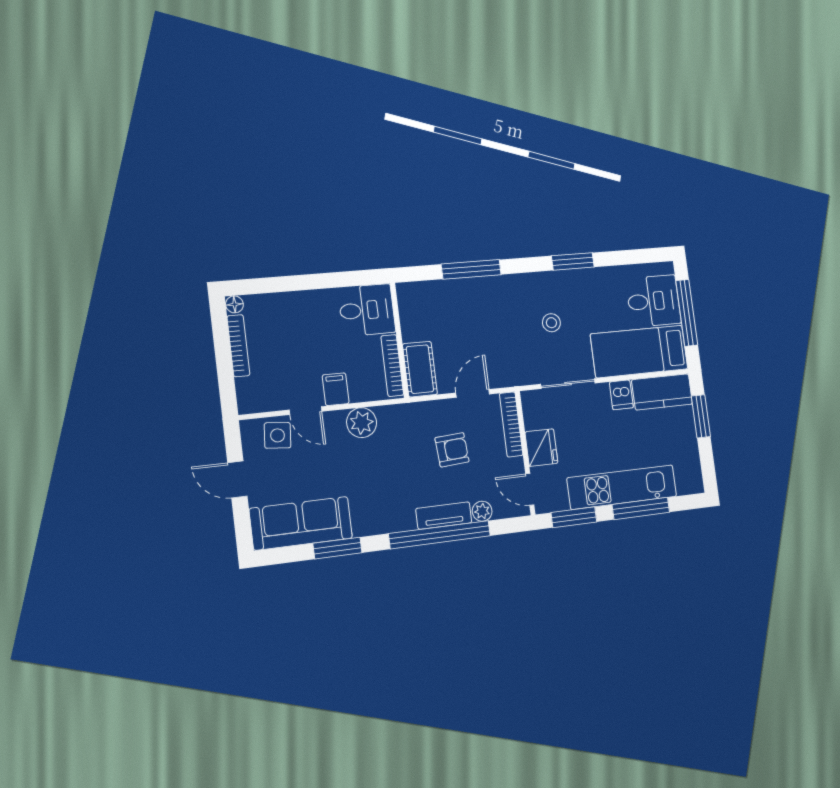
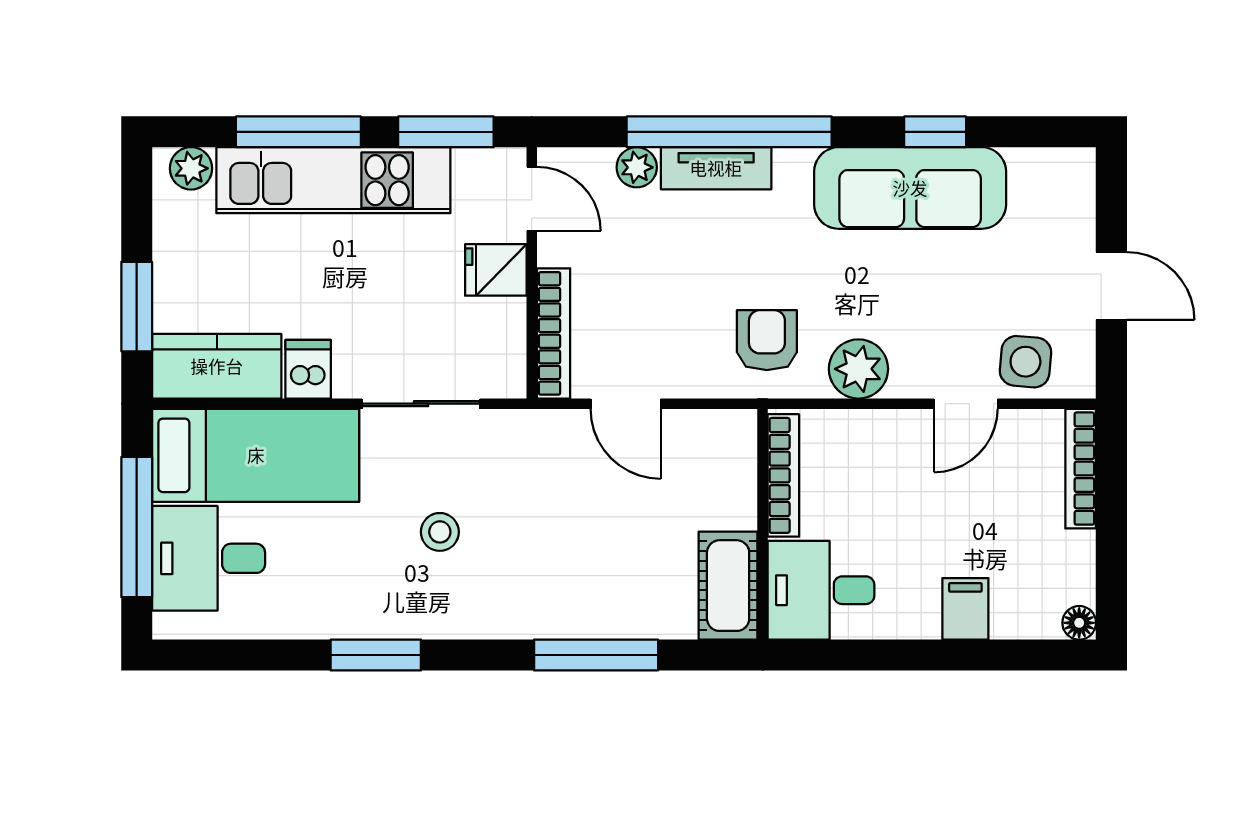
bookcase: (238, 346) -> (1081, 469), moved
cot: (420, 369) -> (728, 586), moved
filing cabinet: (336, 389) -> (965, 609), moved, turned 180
door: (473, 393) -> (626, 404), hinge flipped
door: (306, 411) -> (966, 404), swing flipped
fridge: (541, 448) -> (496, 270), width x0.72
armchair: (452, 450) -> (767, 340), moved, turned 94
plant: (686, 485) -> (191, 168), added
sofa: (301, 523) -> (910, 188), moved
window: (337, 548) -> (935, 132), width x0.67

